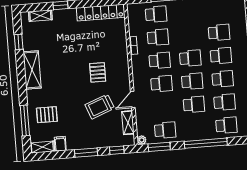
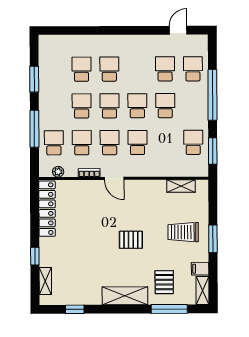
shelving: (32, 70) -> (125, 296), moved
pallet: (98, 72) -> (131, 240), moved
school desk: (223, 79) -> (82, 106), moved
door: (133, 99) -> (114, 178), moved
trolley: (100, 107) -> (183, 232), moved, turned 111
plant: (142, 140) -> (58, 172), moved
window: (117, 150) -> (213, 202), removed

